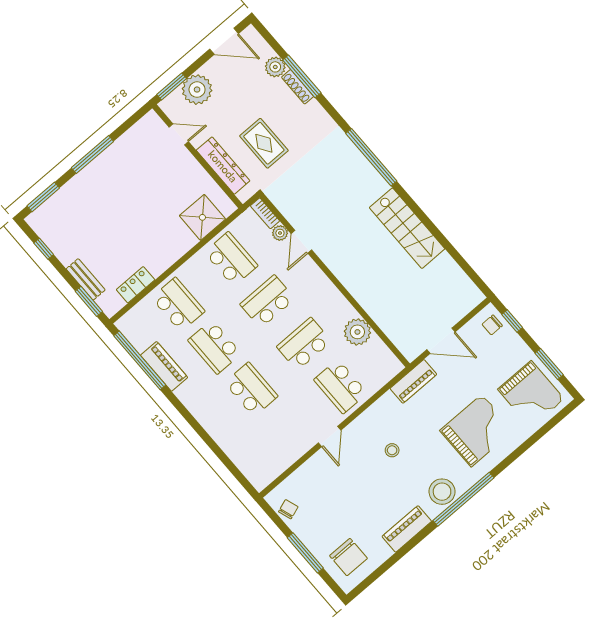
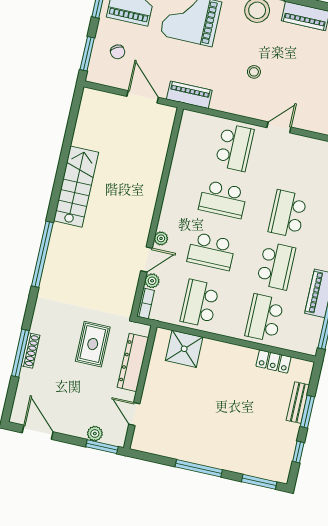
plant: (275, 67) -> (28, 379), removed
plant: (197, 90) -> (95, 434), width x0.53, depth x0.53
window: (89, 301) -> (307, 412), moved
window: (512, 321) -> (87, 54), width x1.50
chair: (492, 325) -> (118, 52), moved, turned 62
plant: (357, 332) -> (161, 238), moved, width x0.53, depth x0.53

